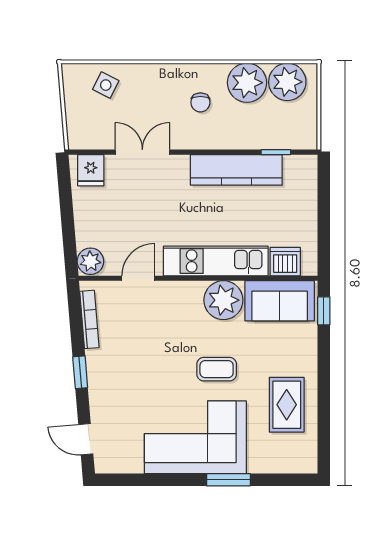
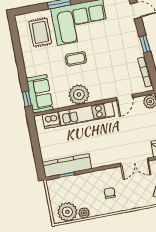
plant: (247, 83) -> (84, 213), width x0.53, depth x0.53
kitchen counter: (236, 170) -> (67, 165), moved
sofa: (280, 301) -> (40, 94), moved, turned 90
rug: (287, 405) -> (40, 32), moved

